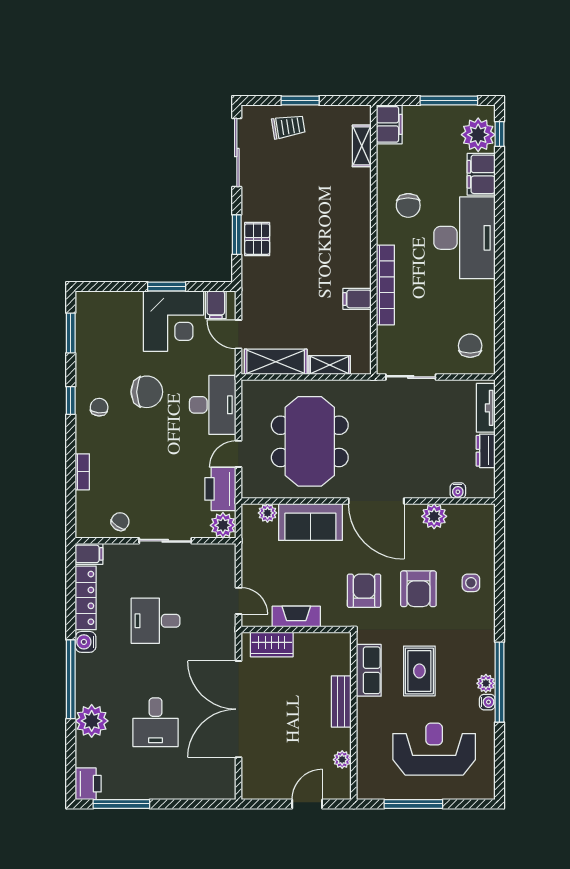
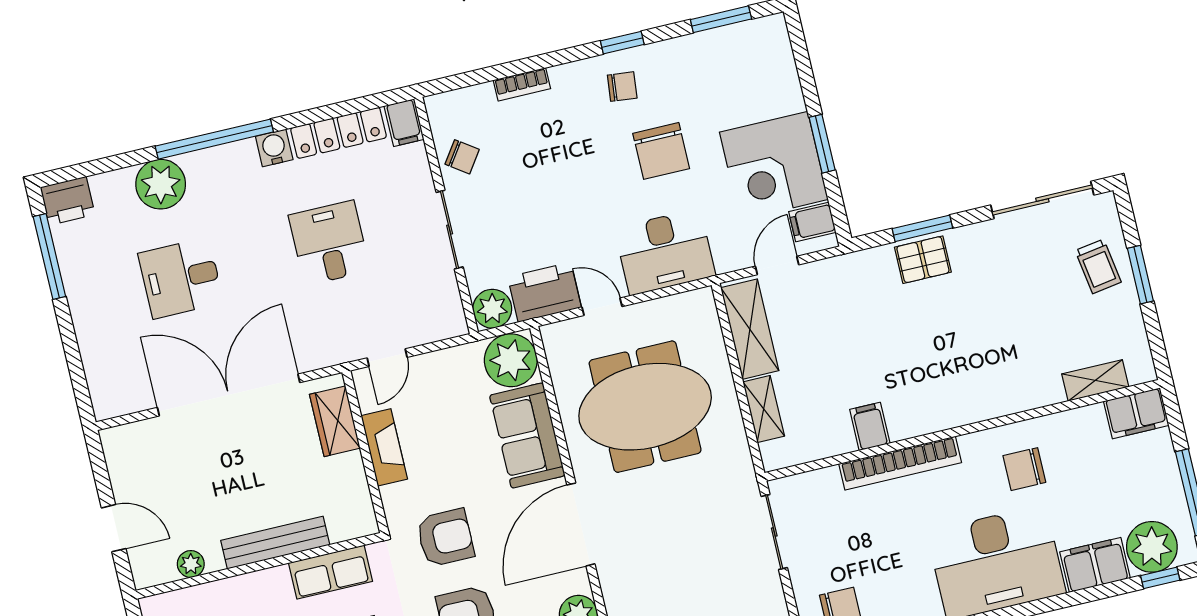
plant: (267, 513) -> (511, 360), width x1.88, depth x1.88
bench: (341, 702) -> (275, 543), width x1.36

